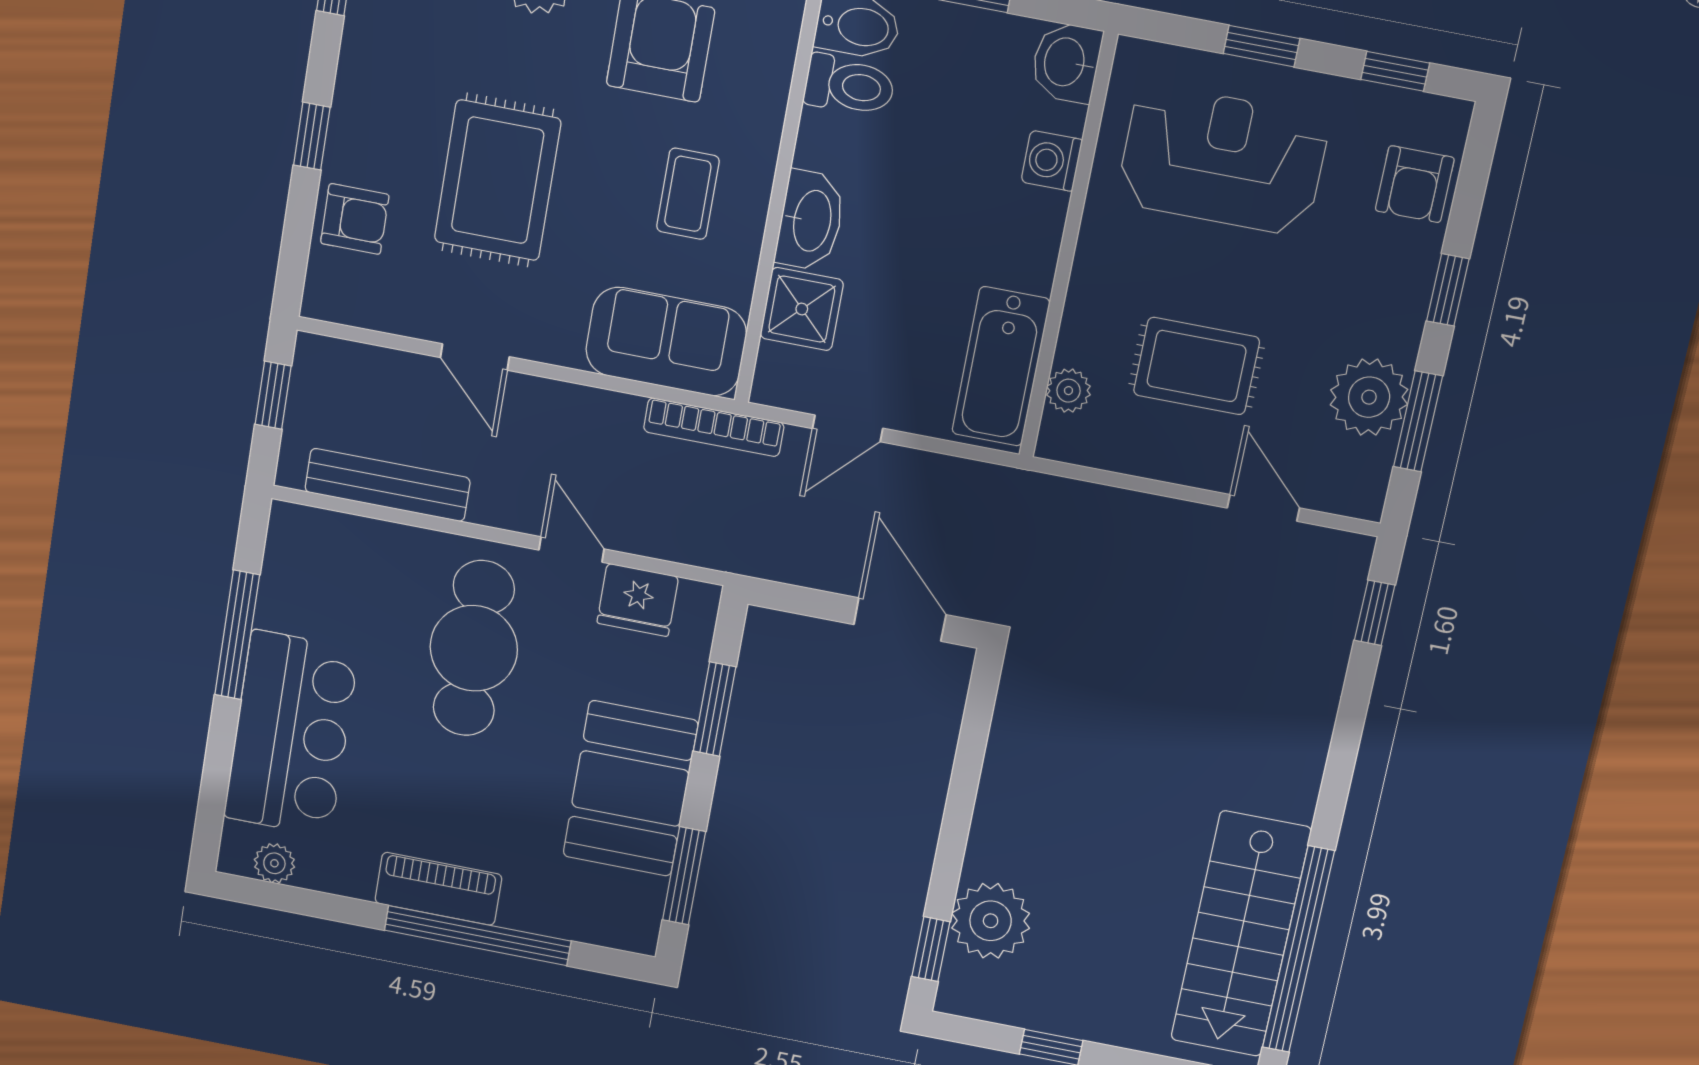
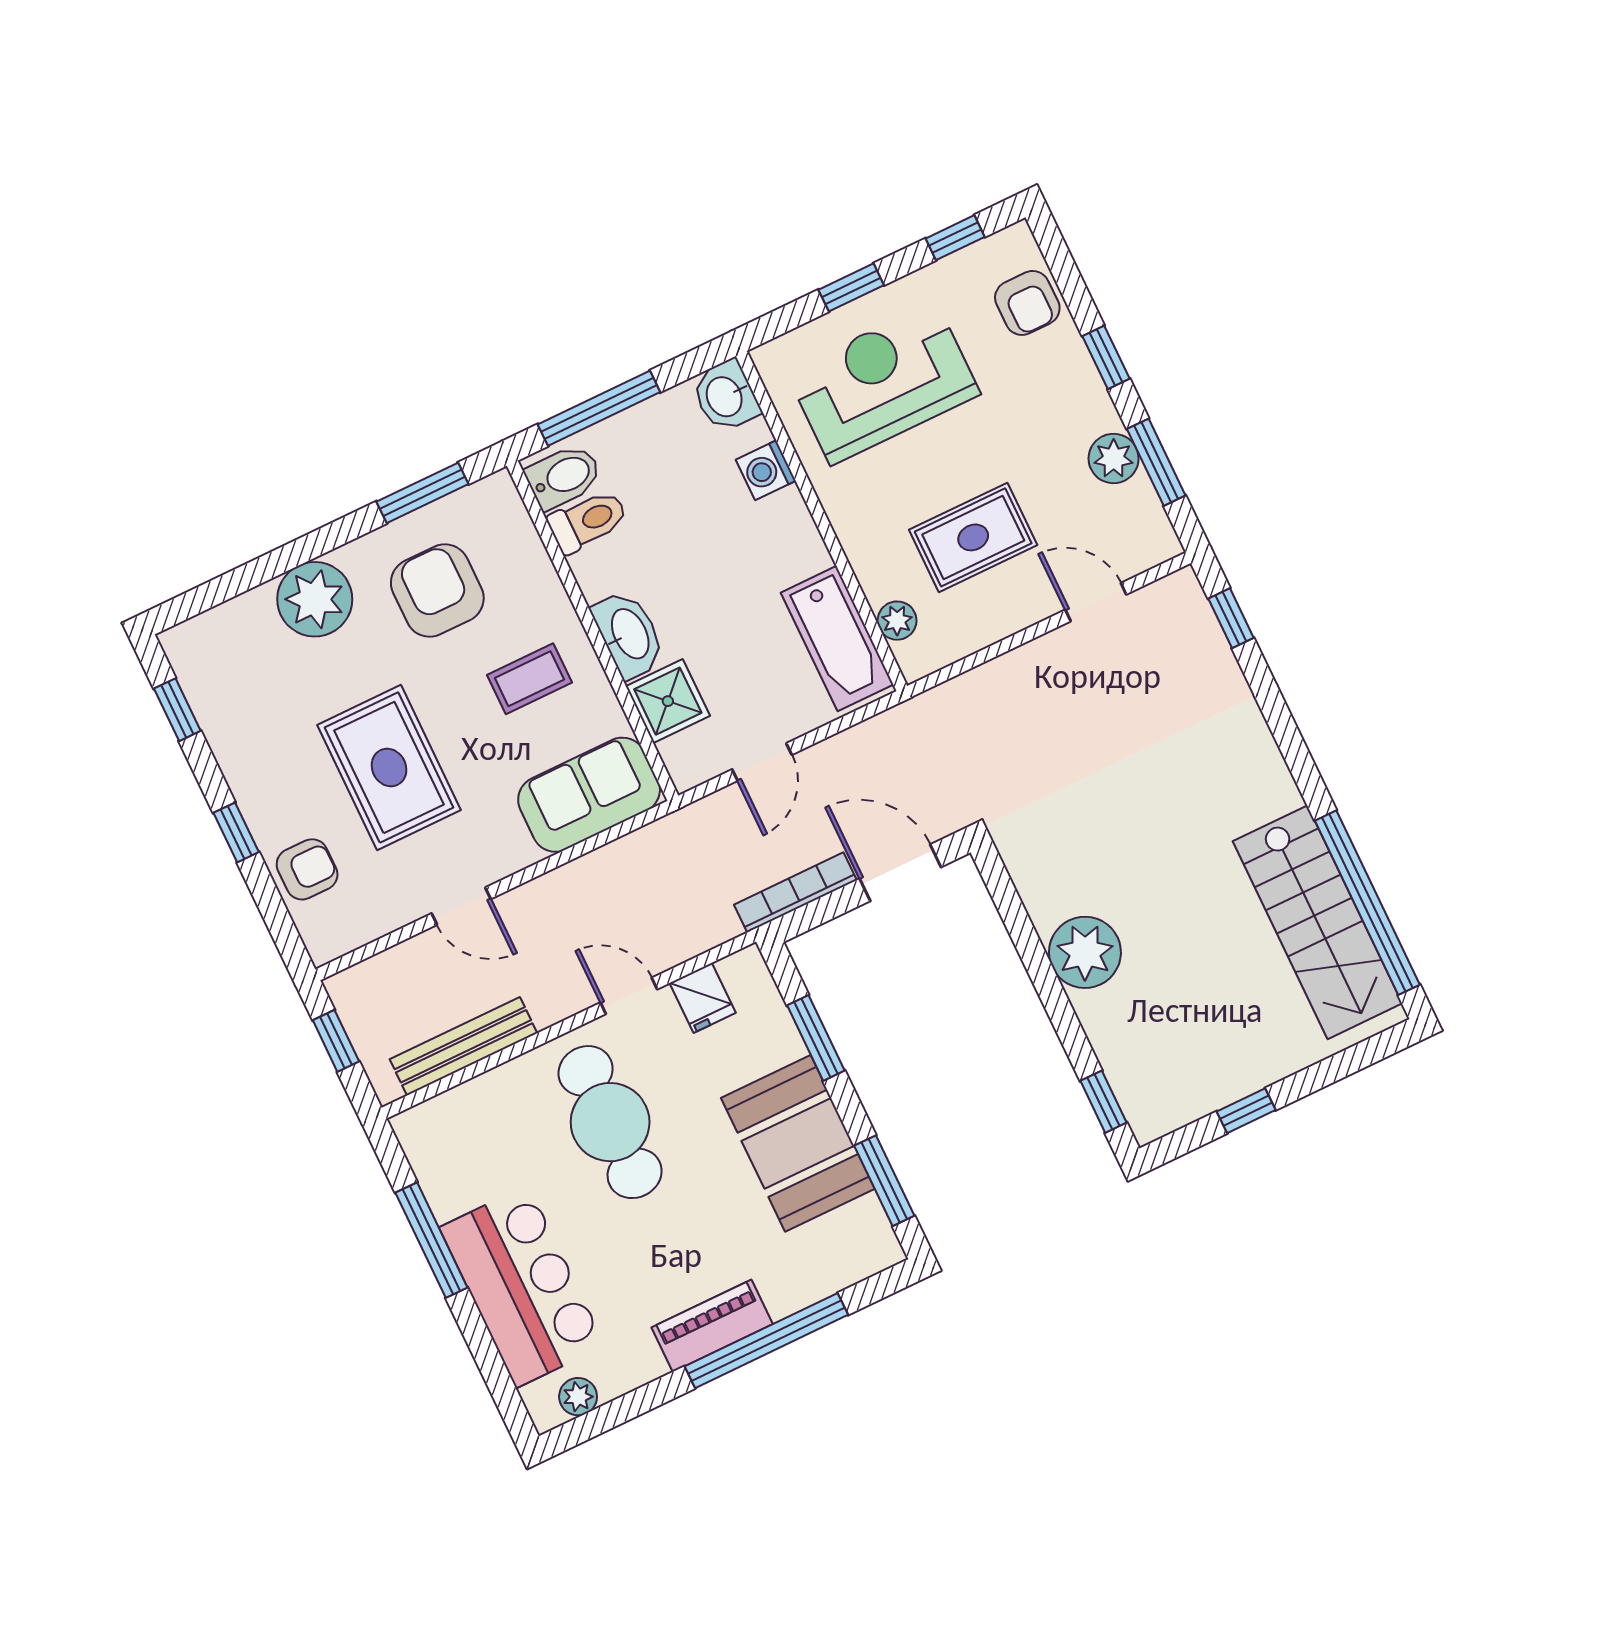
coffee table: (688, 194) -> (529, 679), turned 90
plant: (1369, 397) -> (1114, 458), width x0.73, depth x0.73
bookcase: (714, 427) -> (795, 892), moved, turned 180
fridge: (638, 600) -> (703, 998), width x0.72
plant: (991, 921) -> (1085, 952), moved

